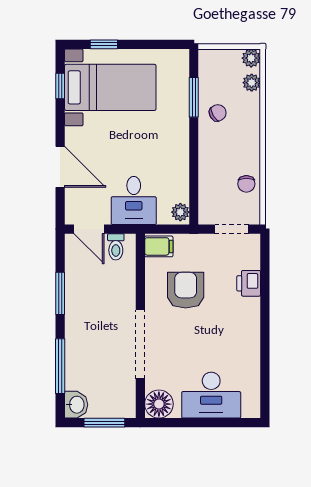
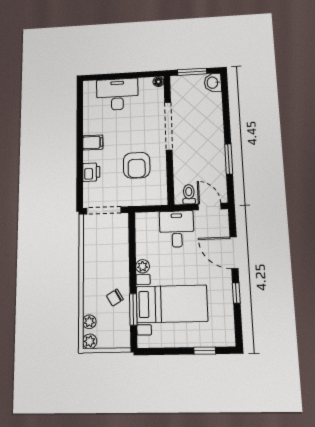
window: (60, 86) -> (236, 293), moved
bed with nightstands: (110, 87) -> (172, 304), moved, turned 180
chair: (246, 184) -> (93, 244), removed
plant: (180, 212) -> (143, 266), moved
doorway: (232, 229) -> (104, 210), width x1.38
filing cabinet: (159, 246) -> (93, 142), moved, turned 180
window: (60, 366) -> (226, 108), removed
floor lamp: (159, 404) -> (158, 82), width x0.53, depth x0.53

